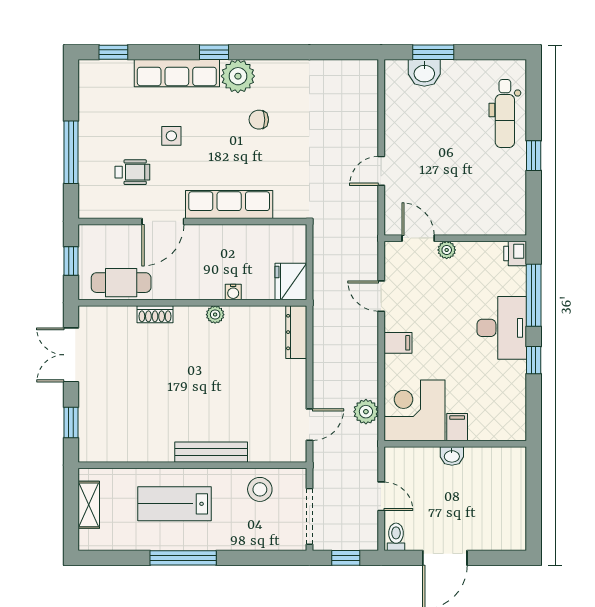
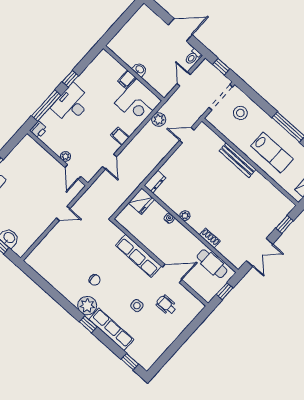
window: (71, 152) -> (184, 336), removed
dresser: (296, 332) -> (155, 182), width x0.70
stool: (260, 489) -> (240, 113), moved

